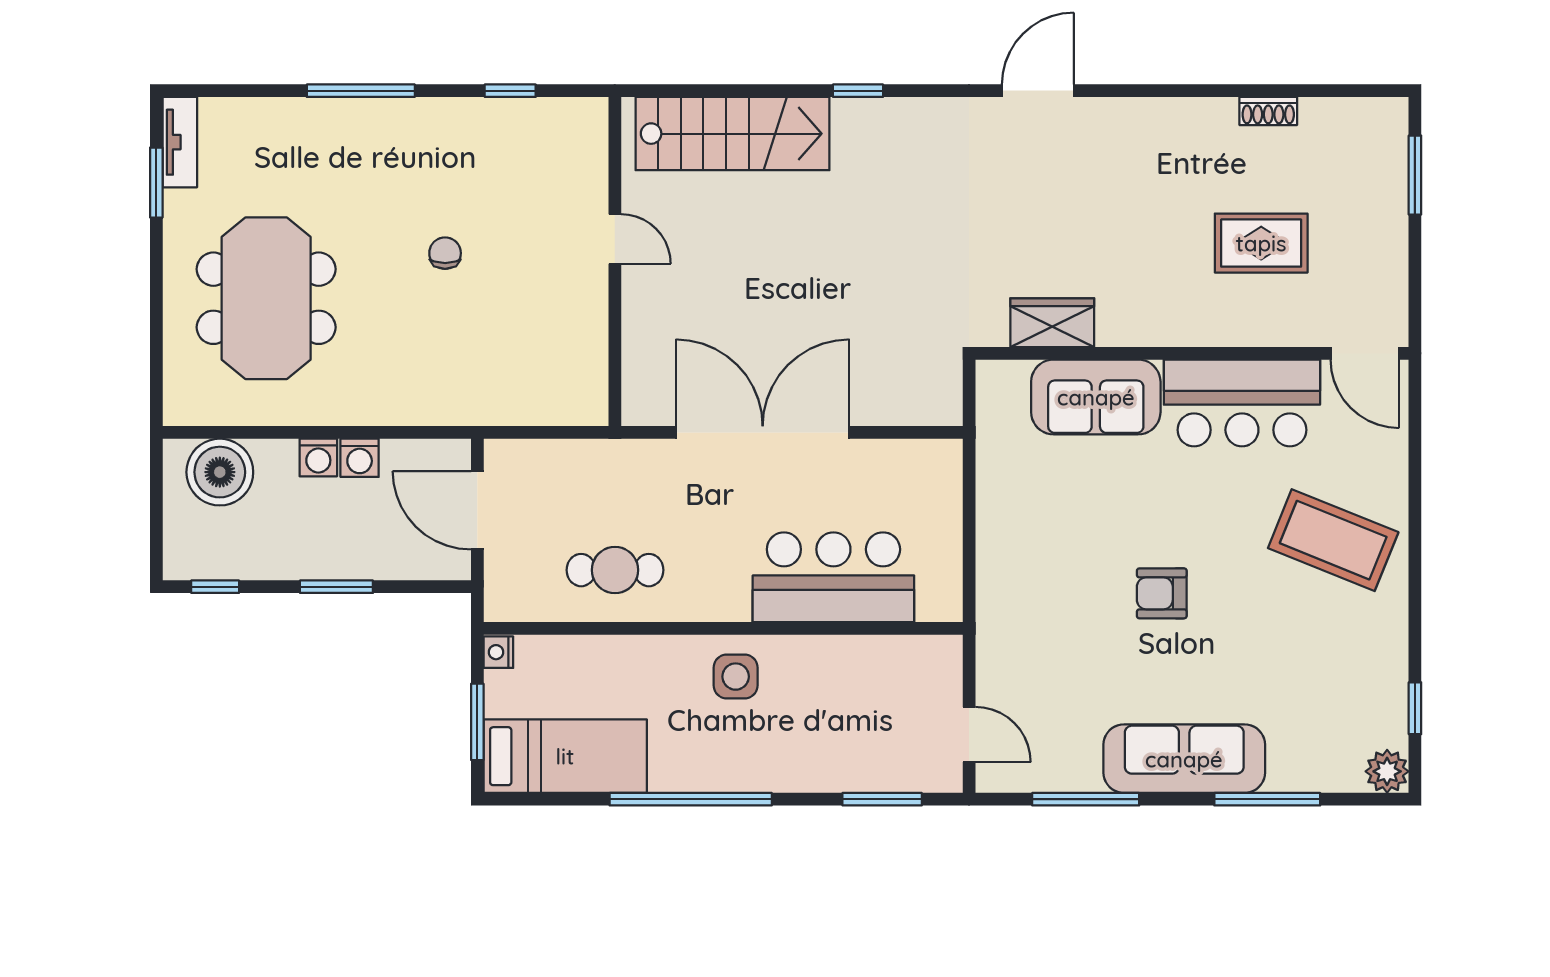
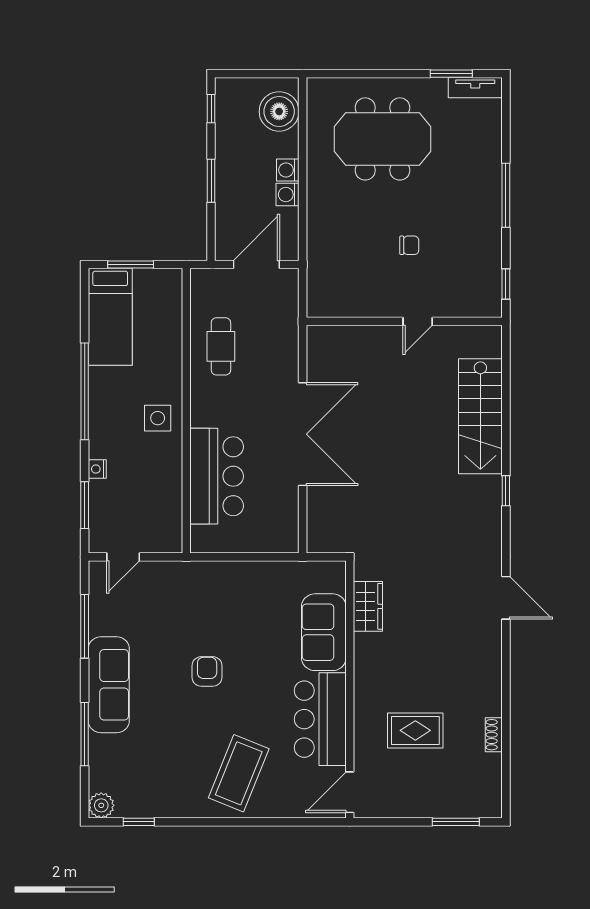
door: (615, 239) -> (418, 321), moved
rug: (1261, 243) -> (415, 730), turned 90
wall: (615, 262) -> (404, 321), moved
nightstand: (498, 652) -> (97, 469), moved, turned -90

